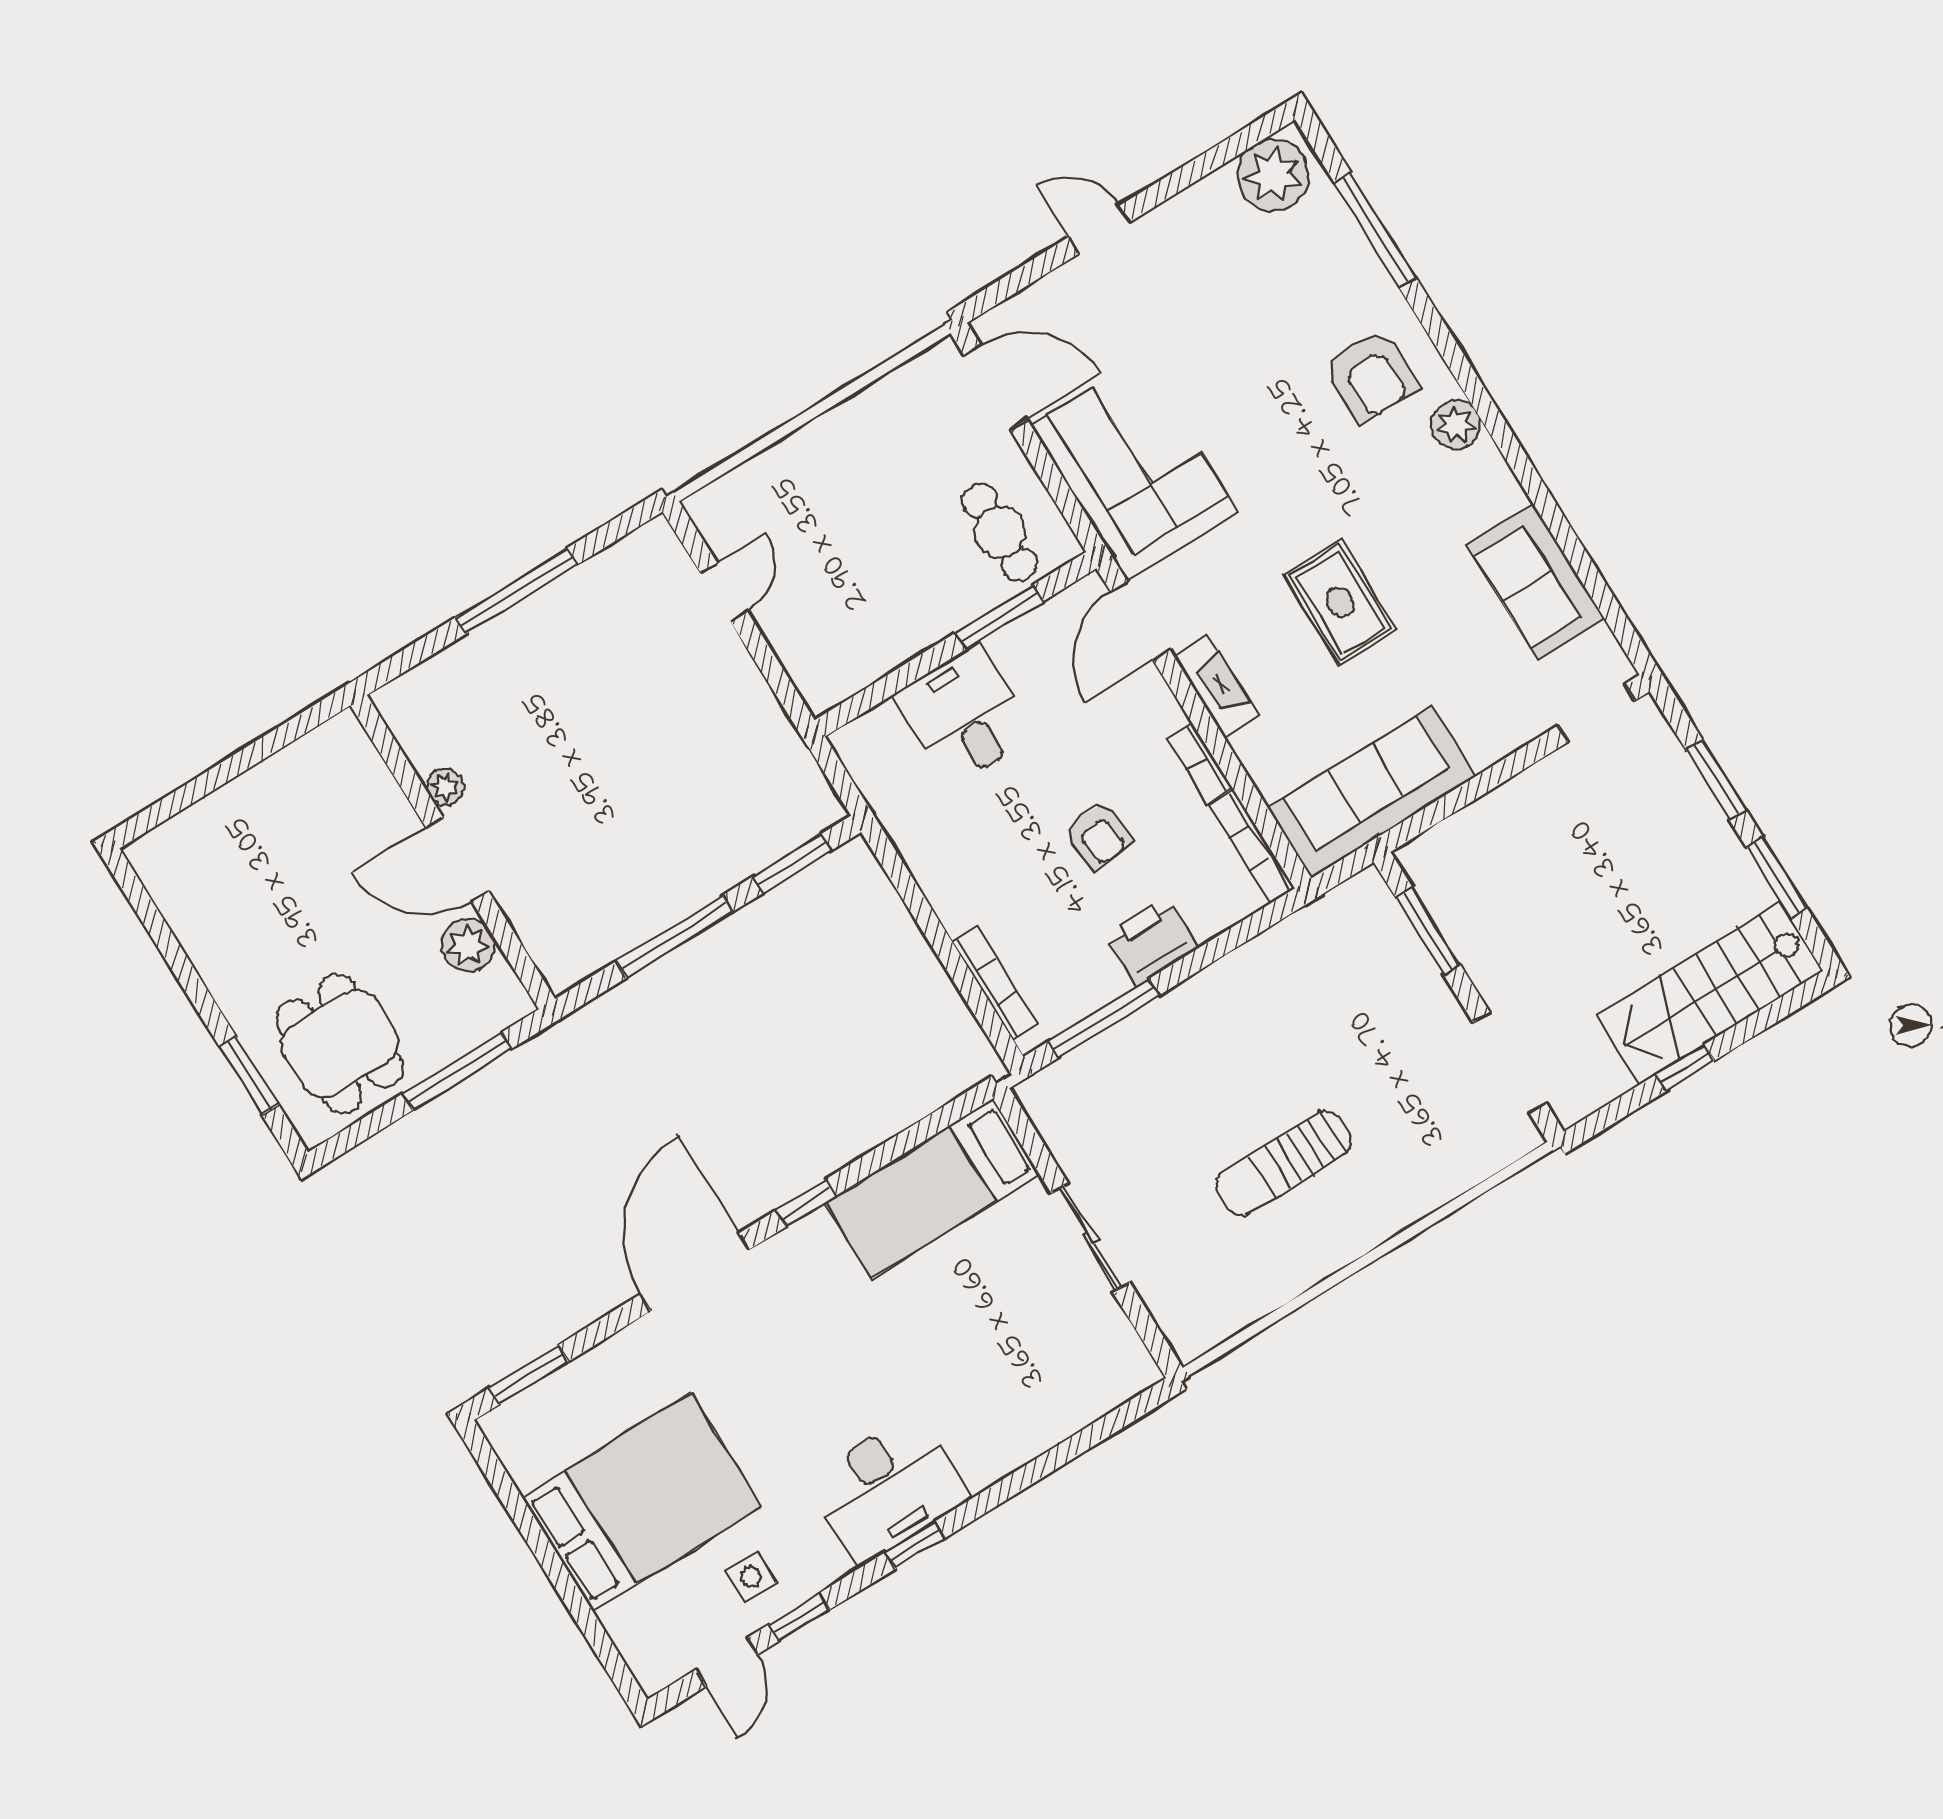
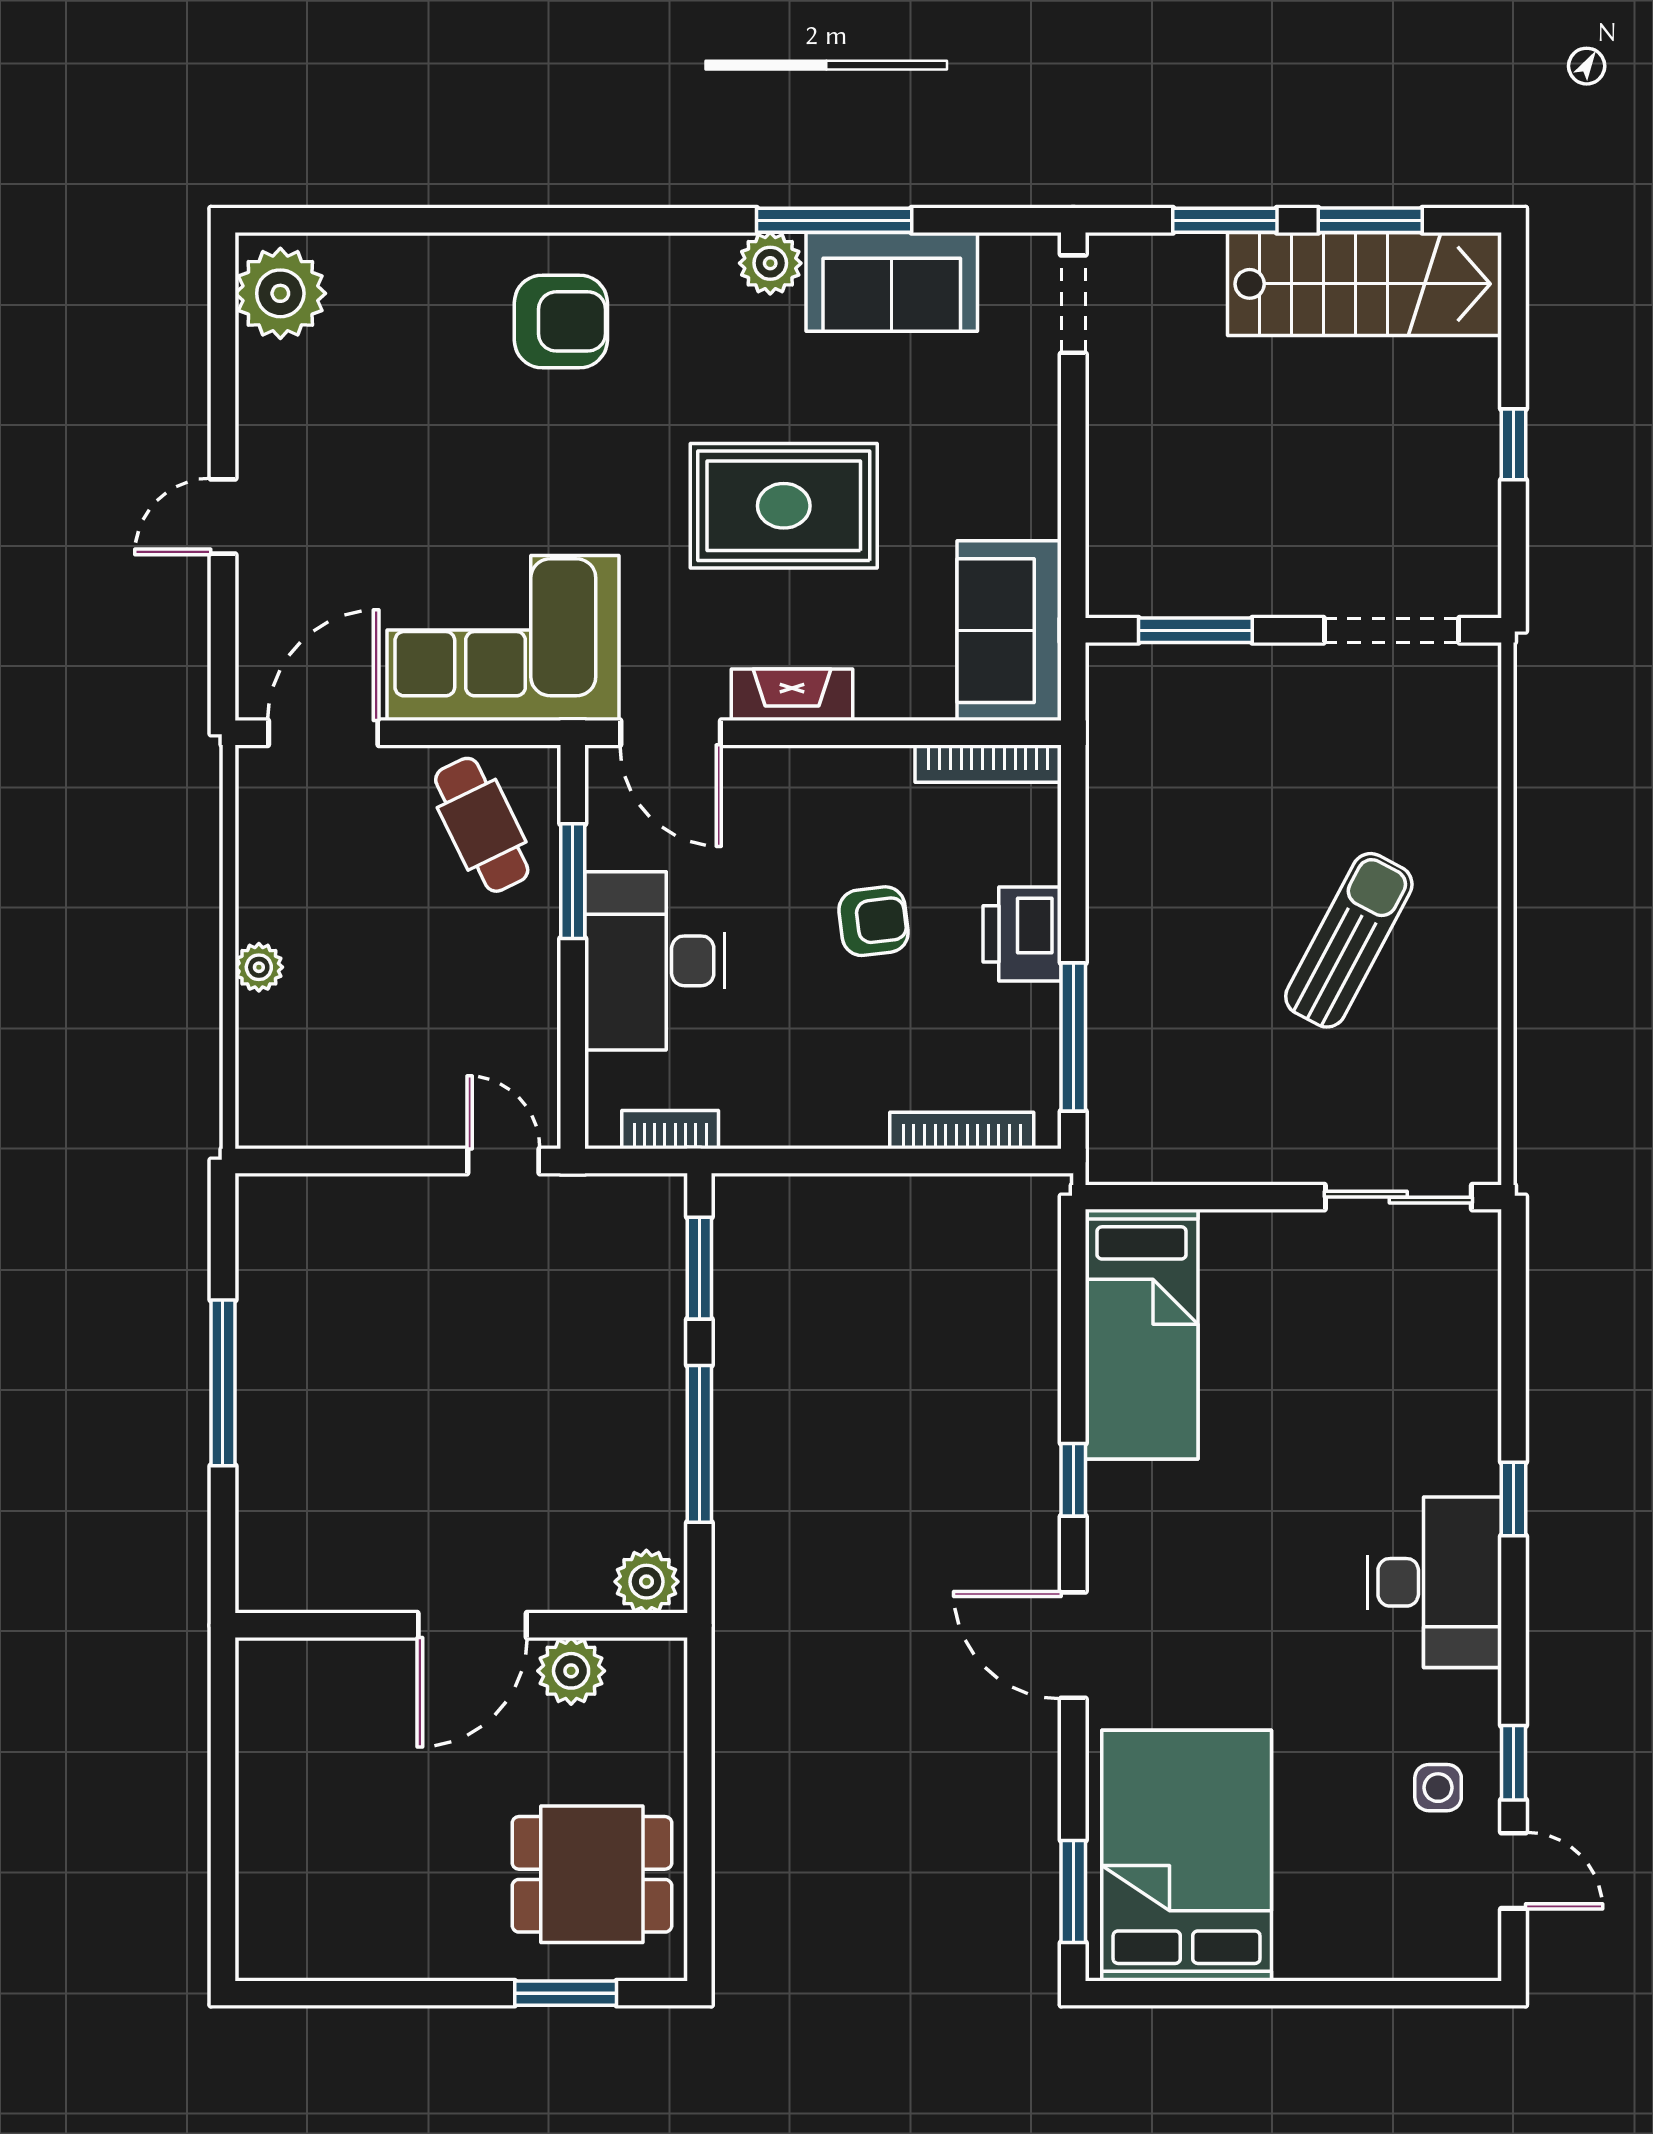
window: (1375, 230) -> (834, 220), moved
plant: (1456, 425) -> (770, 263), moved
plant: (811, 442) -> (259, 967), added
cafe table: (1000, 532) -> (482, 825), turned 64
door: (724, 592) -> (503, 1161), moved
rug: (1340, 602) -> (784, 506), width x1.36, depth x1.43
desk: (964, 715) -> (655, 961), width x1.37
bookcase: (1199, 763) -> (670, 1130), moved, turned 180
plant: (445, 787) -> (646, 1582), moved, width x1.38, depth x1.38
sofa: (1372, 792) -> (1009, 631), width x0.73
stairs: (1710, 993) -> (1365, 284), moved, turned -90
window: (457, 1071) -> (699, 1766), removed
sun lounger: (1283, 1163) -> (1349, 940), turned -152
sliding door: (1090, 1238) -> (1398, 1197), moved
door: (695, 1272) -> (1073, 1645), width x0.73
bed: (641, 1502) -> (1187, 1856), moved
window: (915, 1545) -> (1513, 1499), moved

